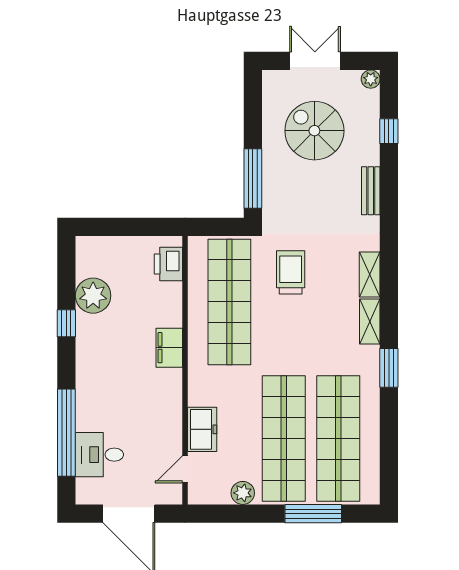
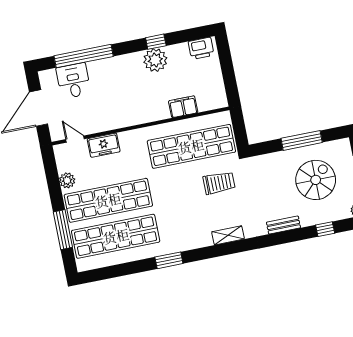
window: (253, 178) -> (302, 140), moved
printer: (168, 264) -> (201, 48), moved, turned 180
plant: (93, 296) -> (155, 60), moved
shelving: (370, 322) -> (197, 242), removed
filing cabinet: (169, 348) -> (183, 107), moved

